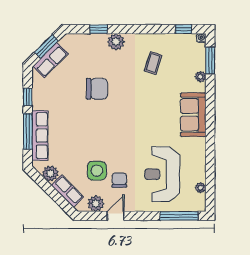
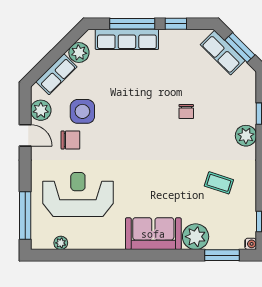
plant: (200, 77) -> (196, 237), width x1.88, depth x1.88
chair: (97, 89) -> (186, 112), width x0.54, depth x0.54

